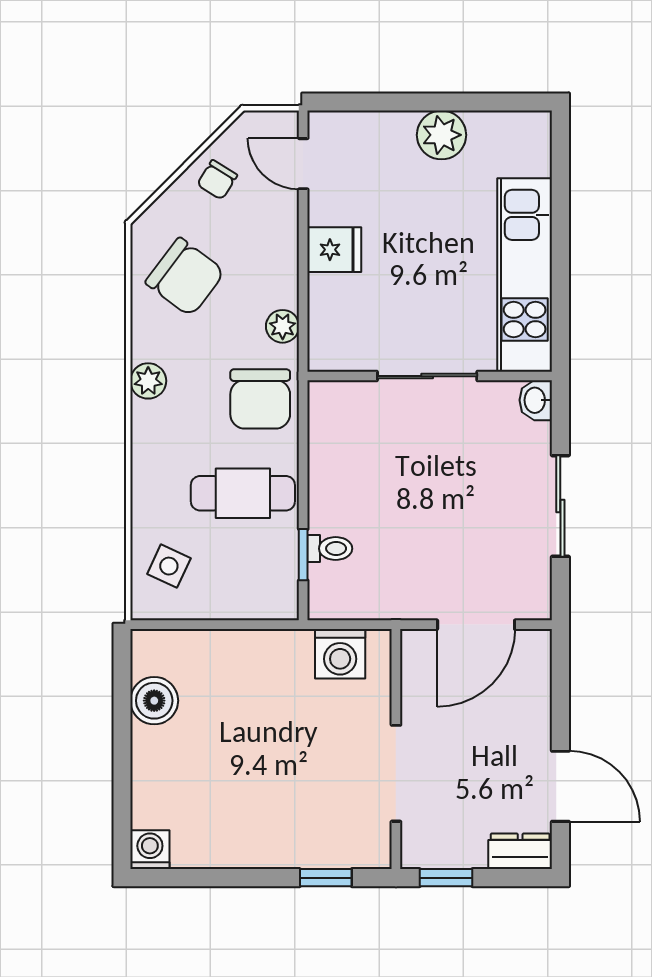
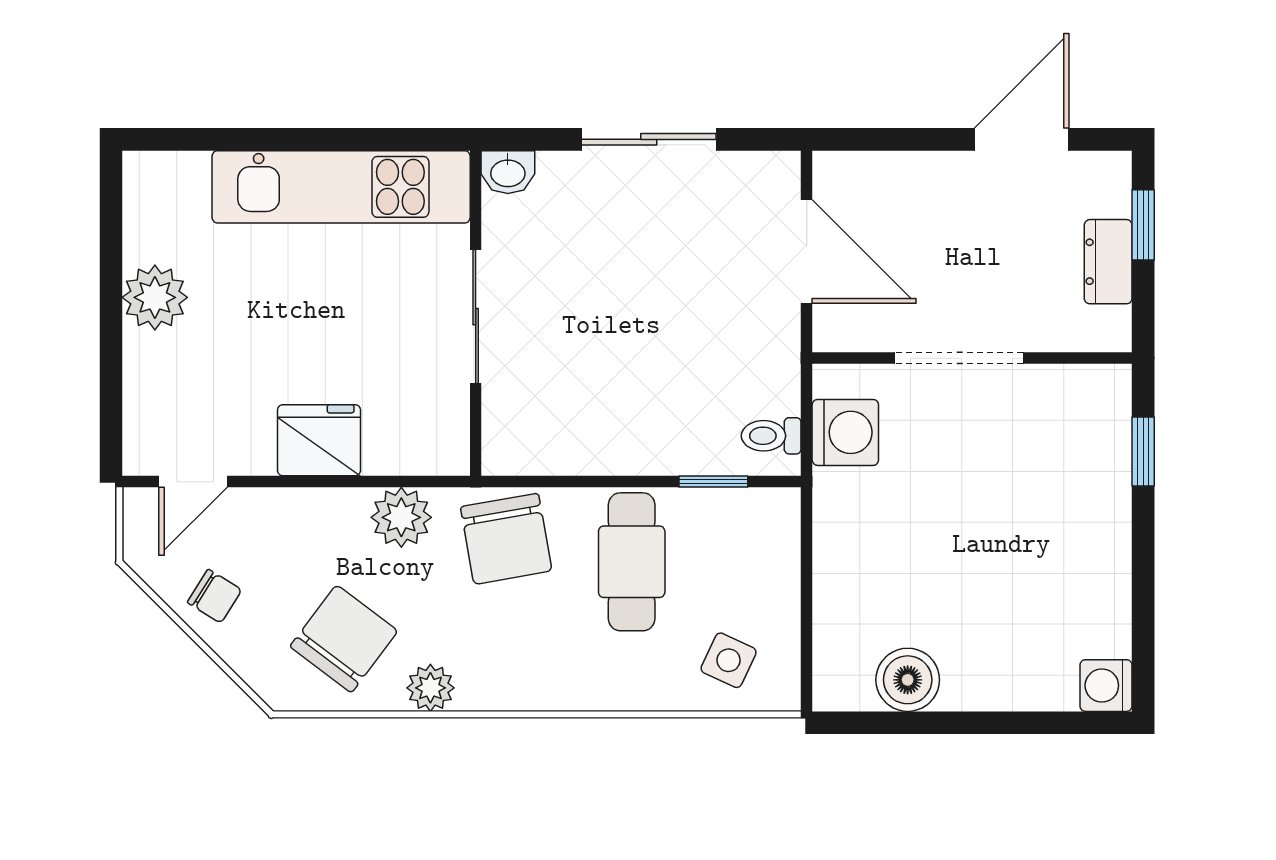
fridge: (334, 250) -> (319, 440), width x1.38
plant: (283, 326) -> (401, 517), width x1.38, depth x1.38
plant: (148, 381) -> (430, 688), moved
chair: (260, 399) -> (506, 539), turned 80
toilet: (330, 549) -> (771, 436), moved, turned -90
doorway: (396, 773) -> (959, 358), moved
dresser: (520, 851) -> (1108, 262), moved
window: (446, 878) -> (1143, 225), moved

